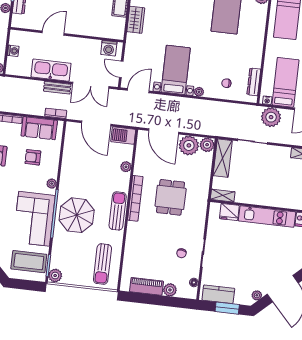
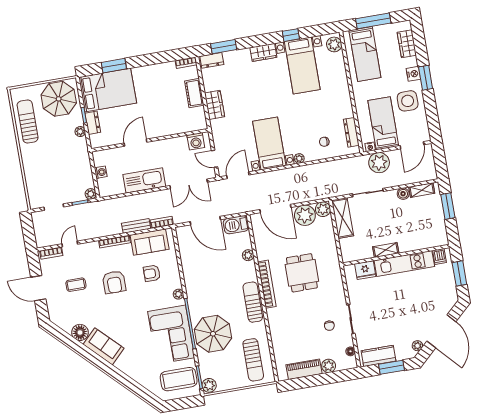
bench: (57, 88) -> (136, 226), moved
boiler: (285, 152) -> (403, 194), added
shelving: (223, 196) -> (386, 250), moved
parasol: (77, 215) -> (213, 334), moved

